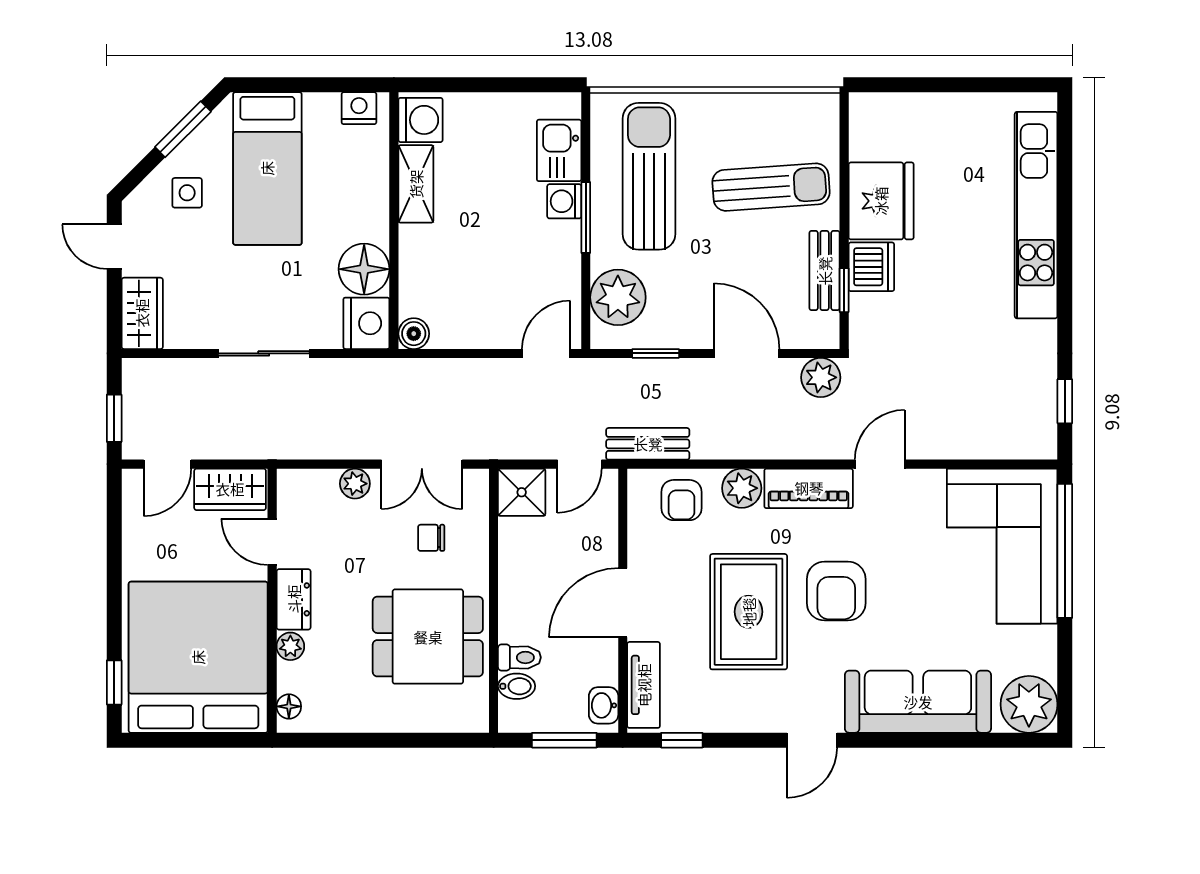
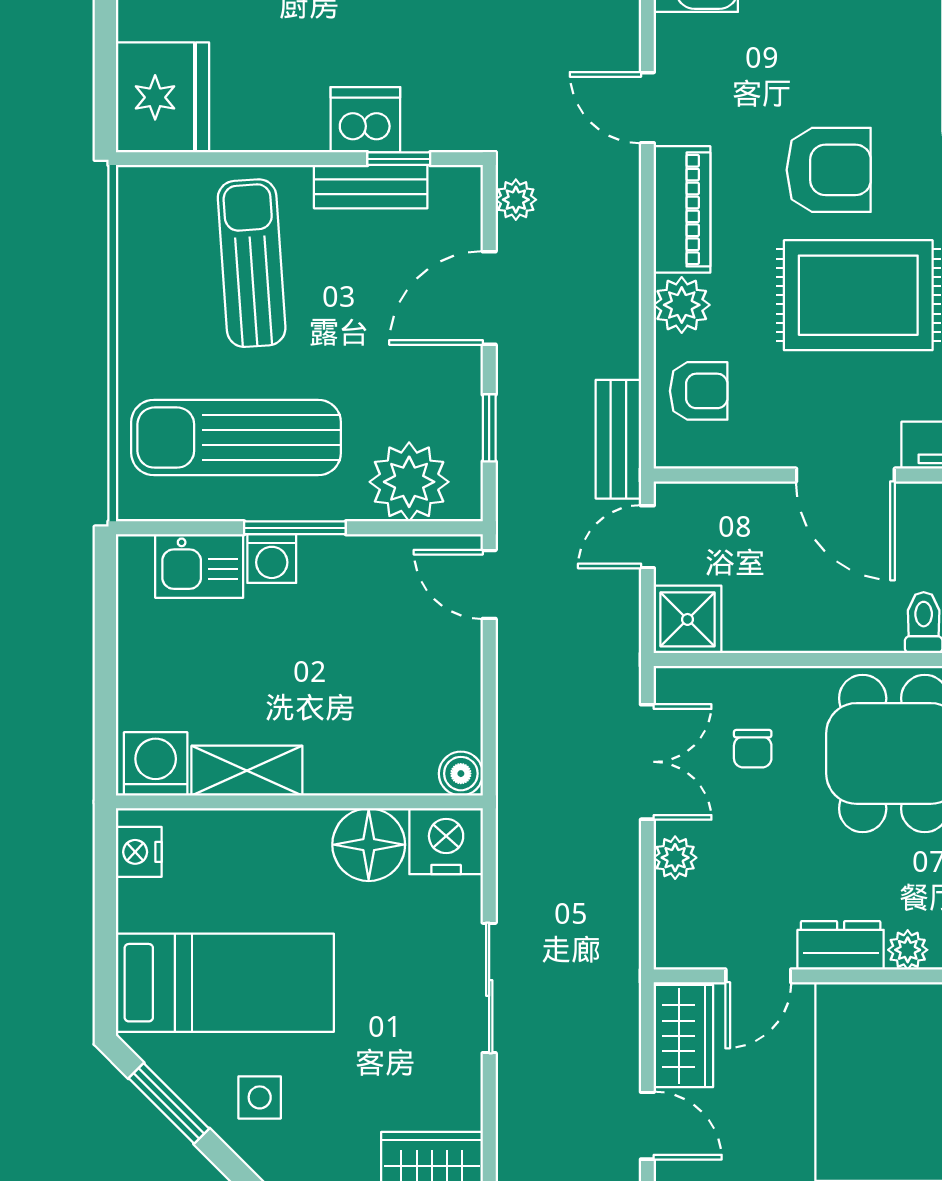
fridge: (881, 201) -> (162, 97), moved, turned 90
plant: (821, 377) -> (516, 200), width x0.73, depth x0.73
door: (579, 464) -> (647, 537), swing flipped

